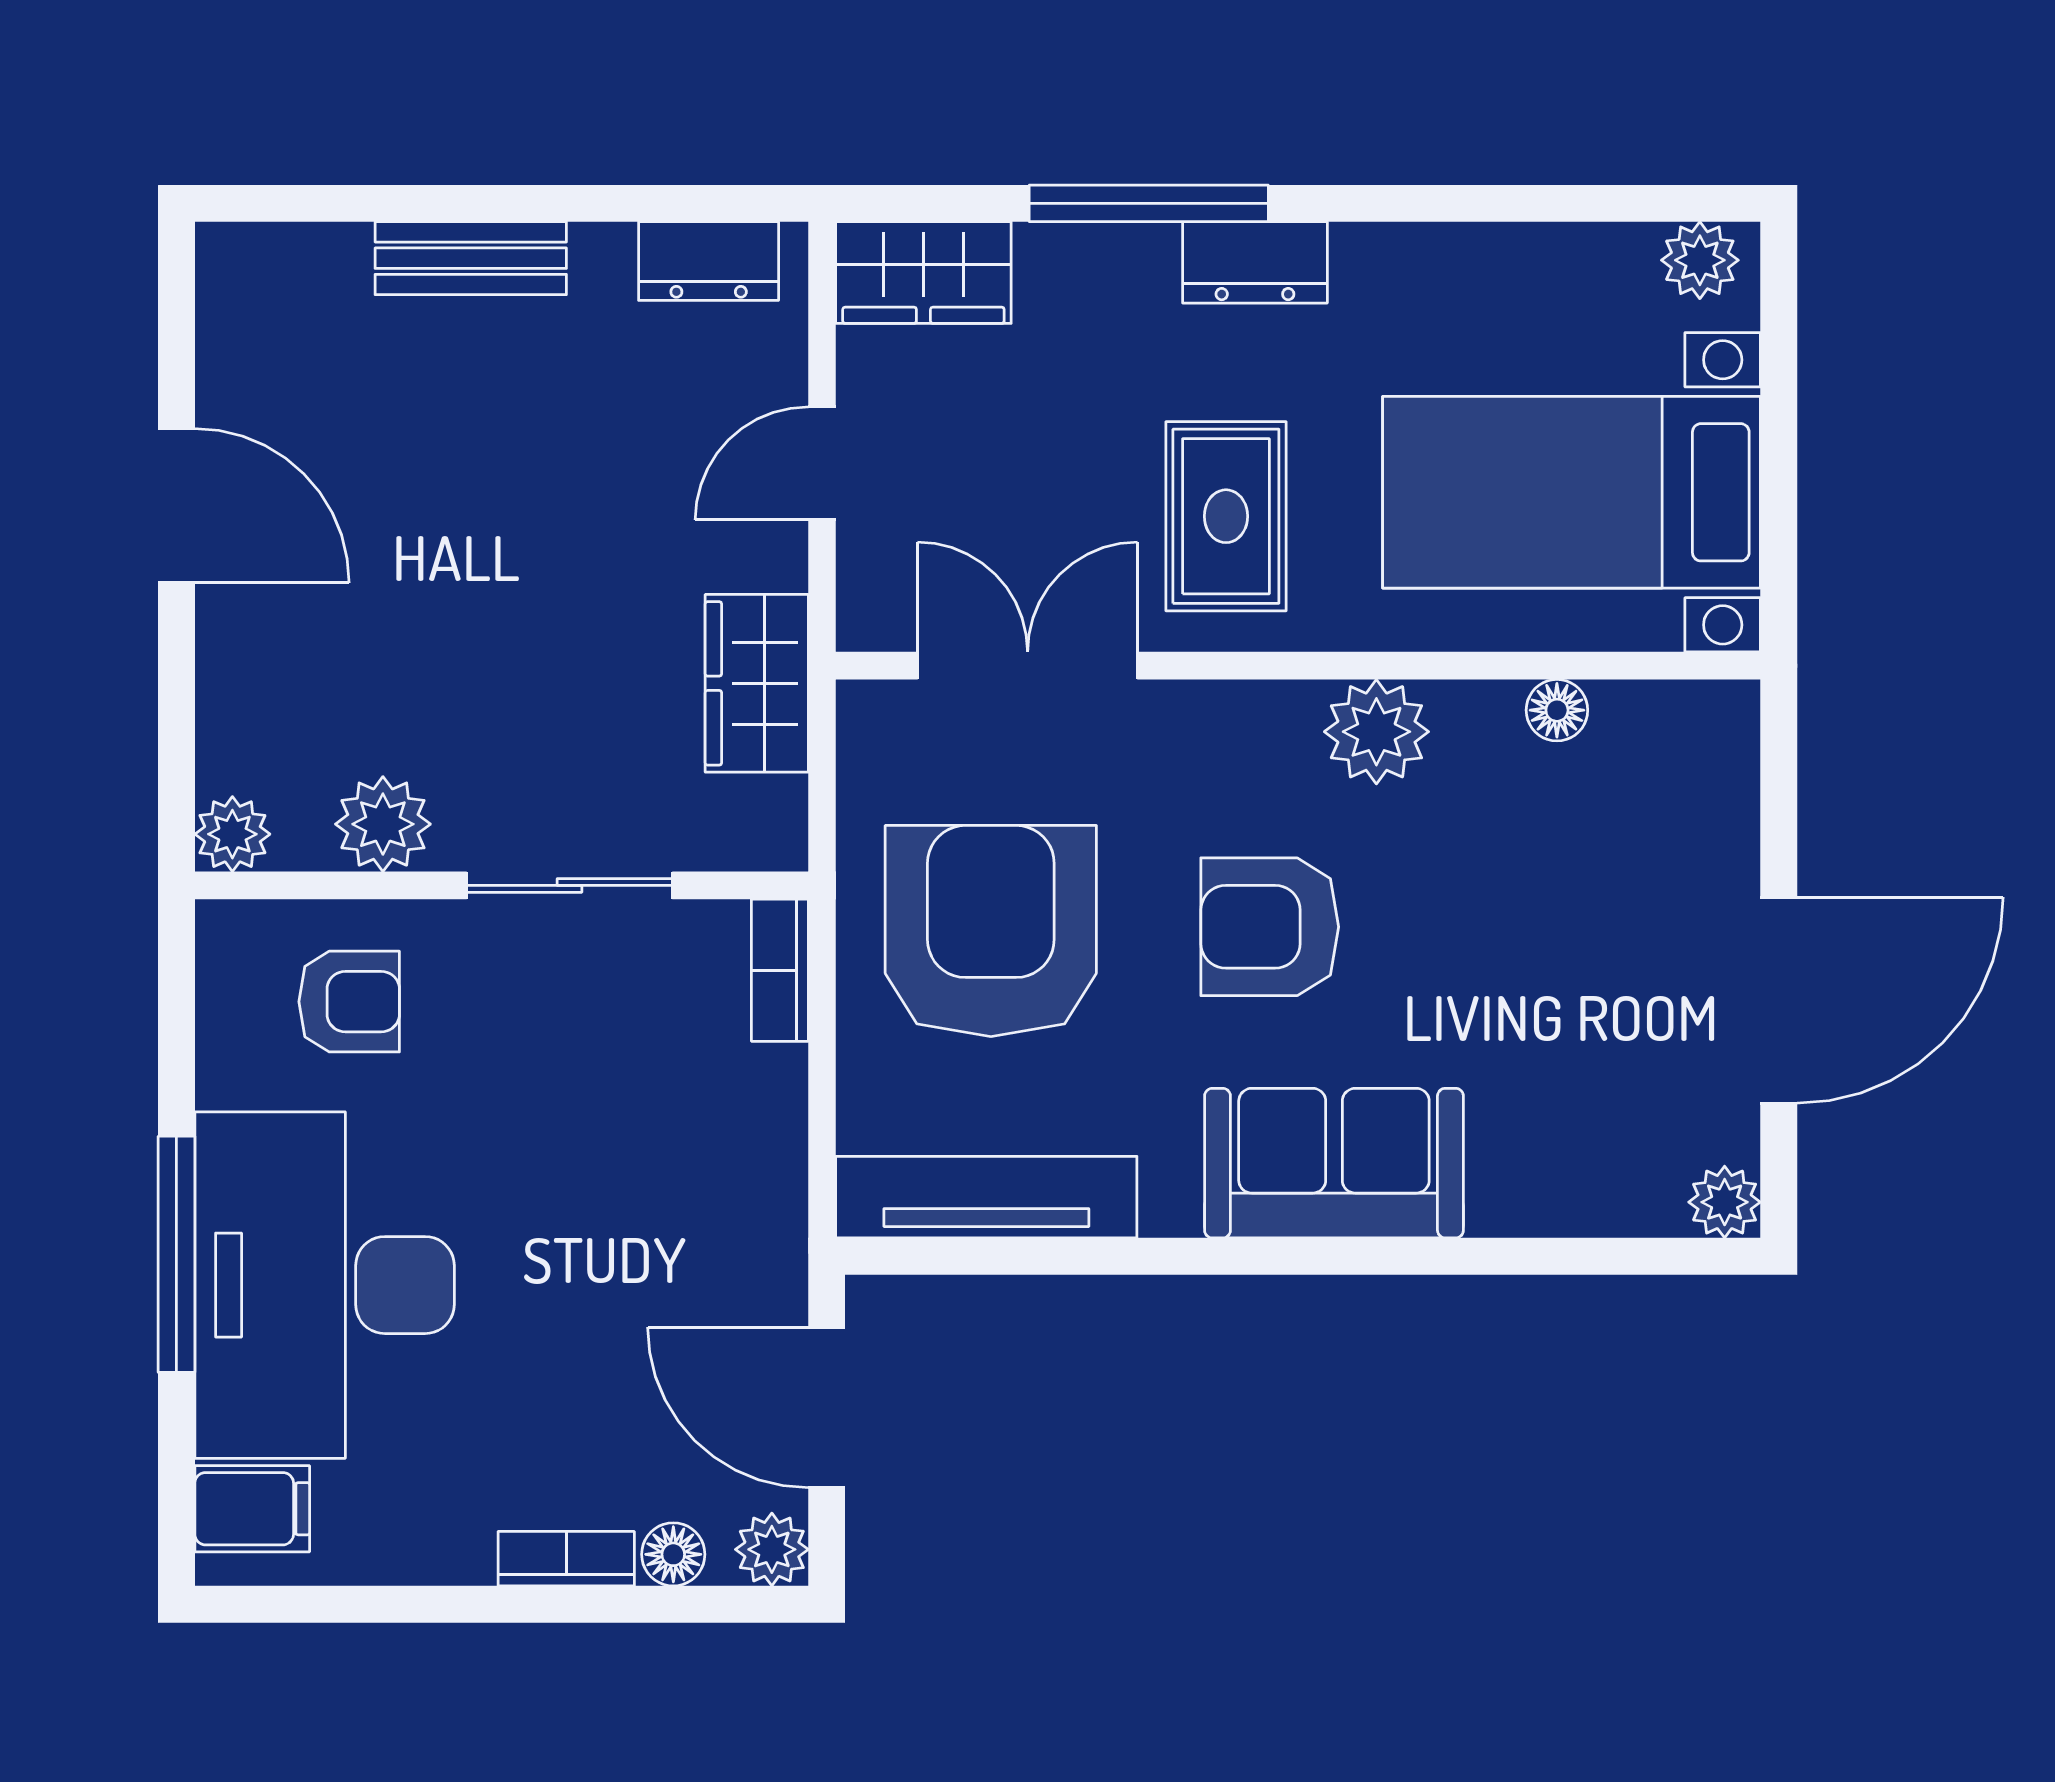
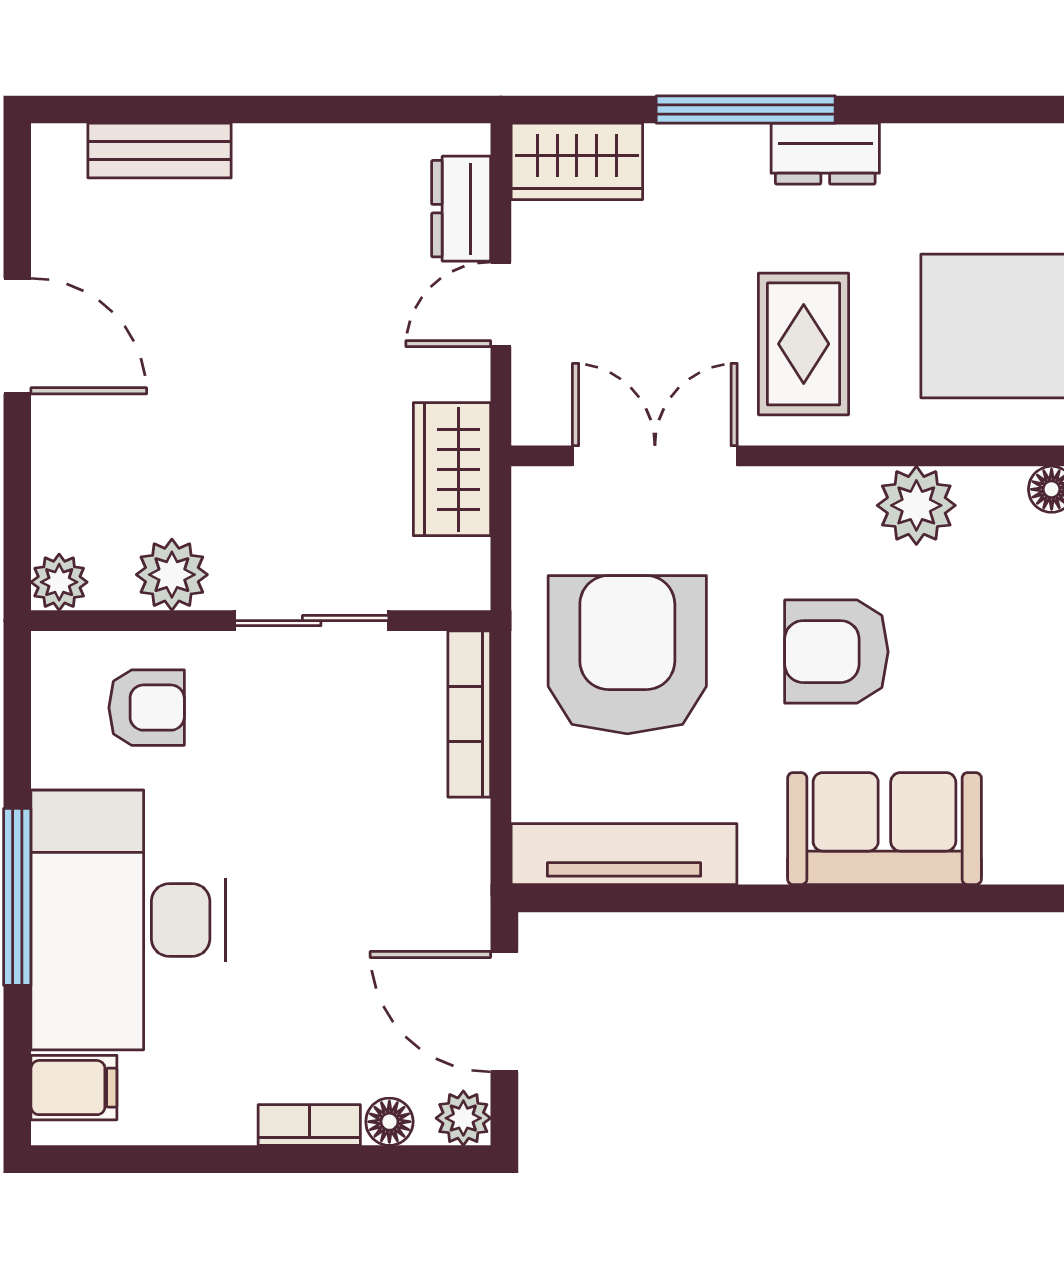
bench: (471, 258) -> (160, 151), moved
dresser: (709, 261) -> (461, 209), moved, turned 90
bookcase: (780, 970) -> (469, 714), width x1.56

